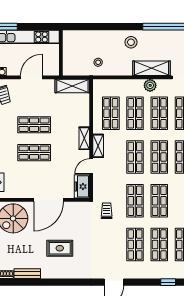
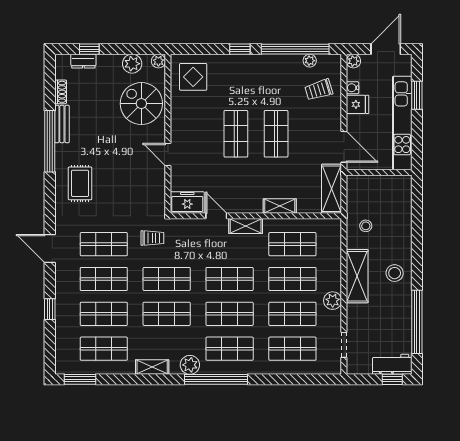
fridge: (14, 68) -> (358, 104), added
shelving: (151, 68) -> (357, 276), moved
door: (31, 77) -> (344, 147), moved
shelving: (84, 138) -> (280, 206), moved
door: (49, 200) -> (168, 155), width x0.53
shop shelf: (111, 245) -> (104, 244), added
rug: (60, 248) -> (80, 183), moved
window: (39, 282) -> (50, 141), added
window: (168, 282) -> (50, 309), moved

